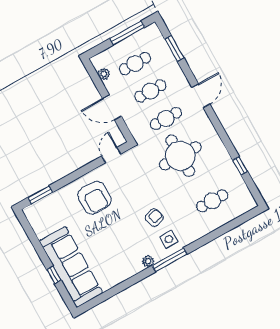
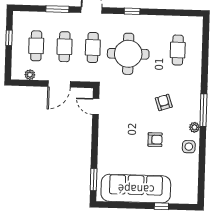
window: (127, 33) -> (9, 38), width x0.46
window: (174, 48) -> (57, 9), moved
window: (240, 166) -> (132, 11), moved
armchair: (94, 198) -> (155, 140), moved, width x0.53, depth x0.53
side table: (169, 239) -> (189, 147), moved
sofa: (71, 267) -> (136, 189), moved

